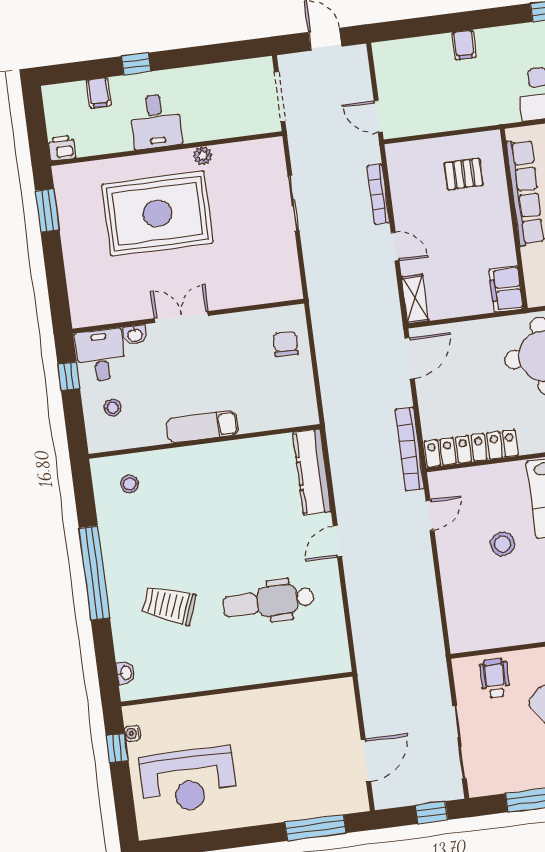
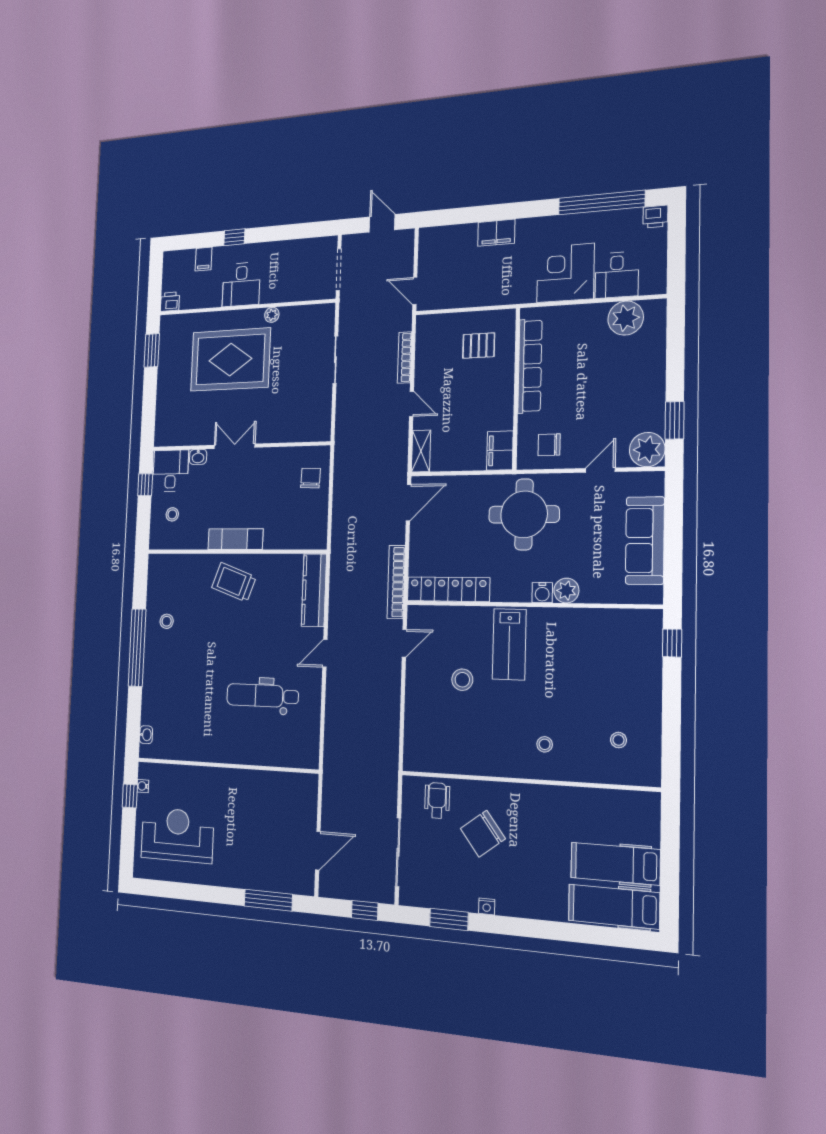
filing cabinet: (464, 45) -> (496, 233), width x2.00
stool: (130, 484) -> (167, 621), moved
trolley: (169, 605) -> (234, 582), moved
reception desk: (188, 780) -> (177, 835), turned 180

